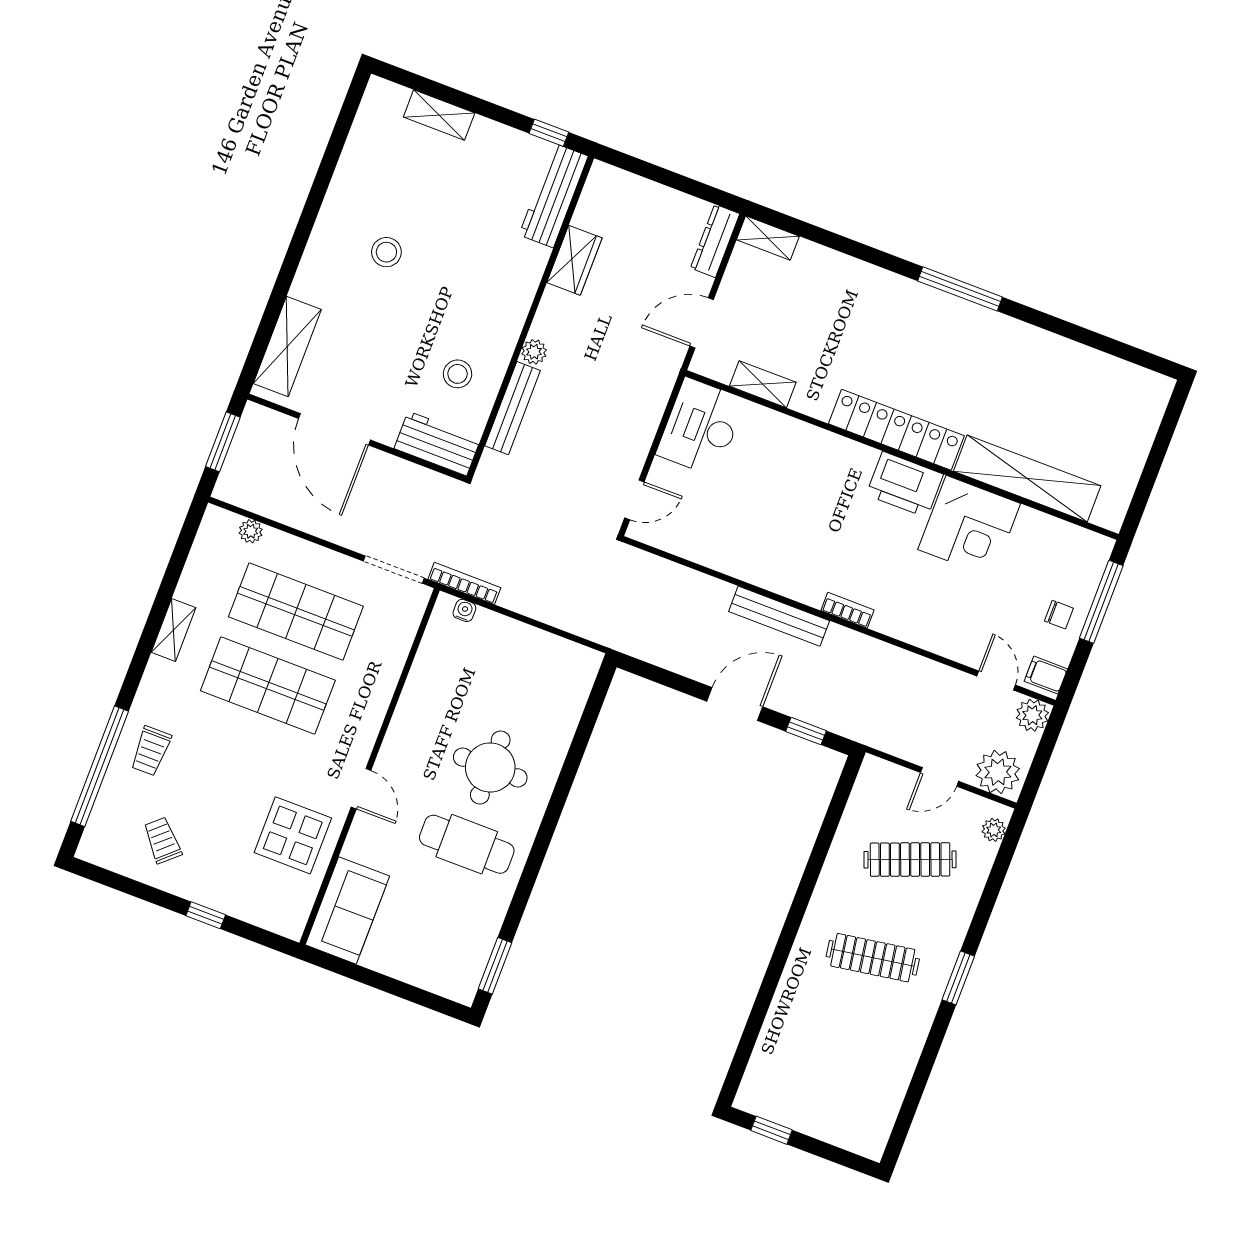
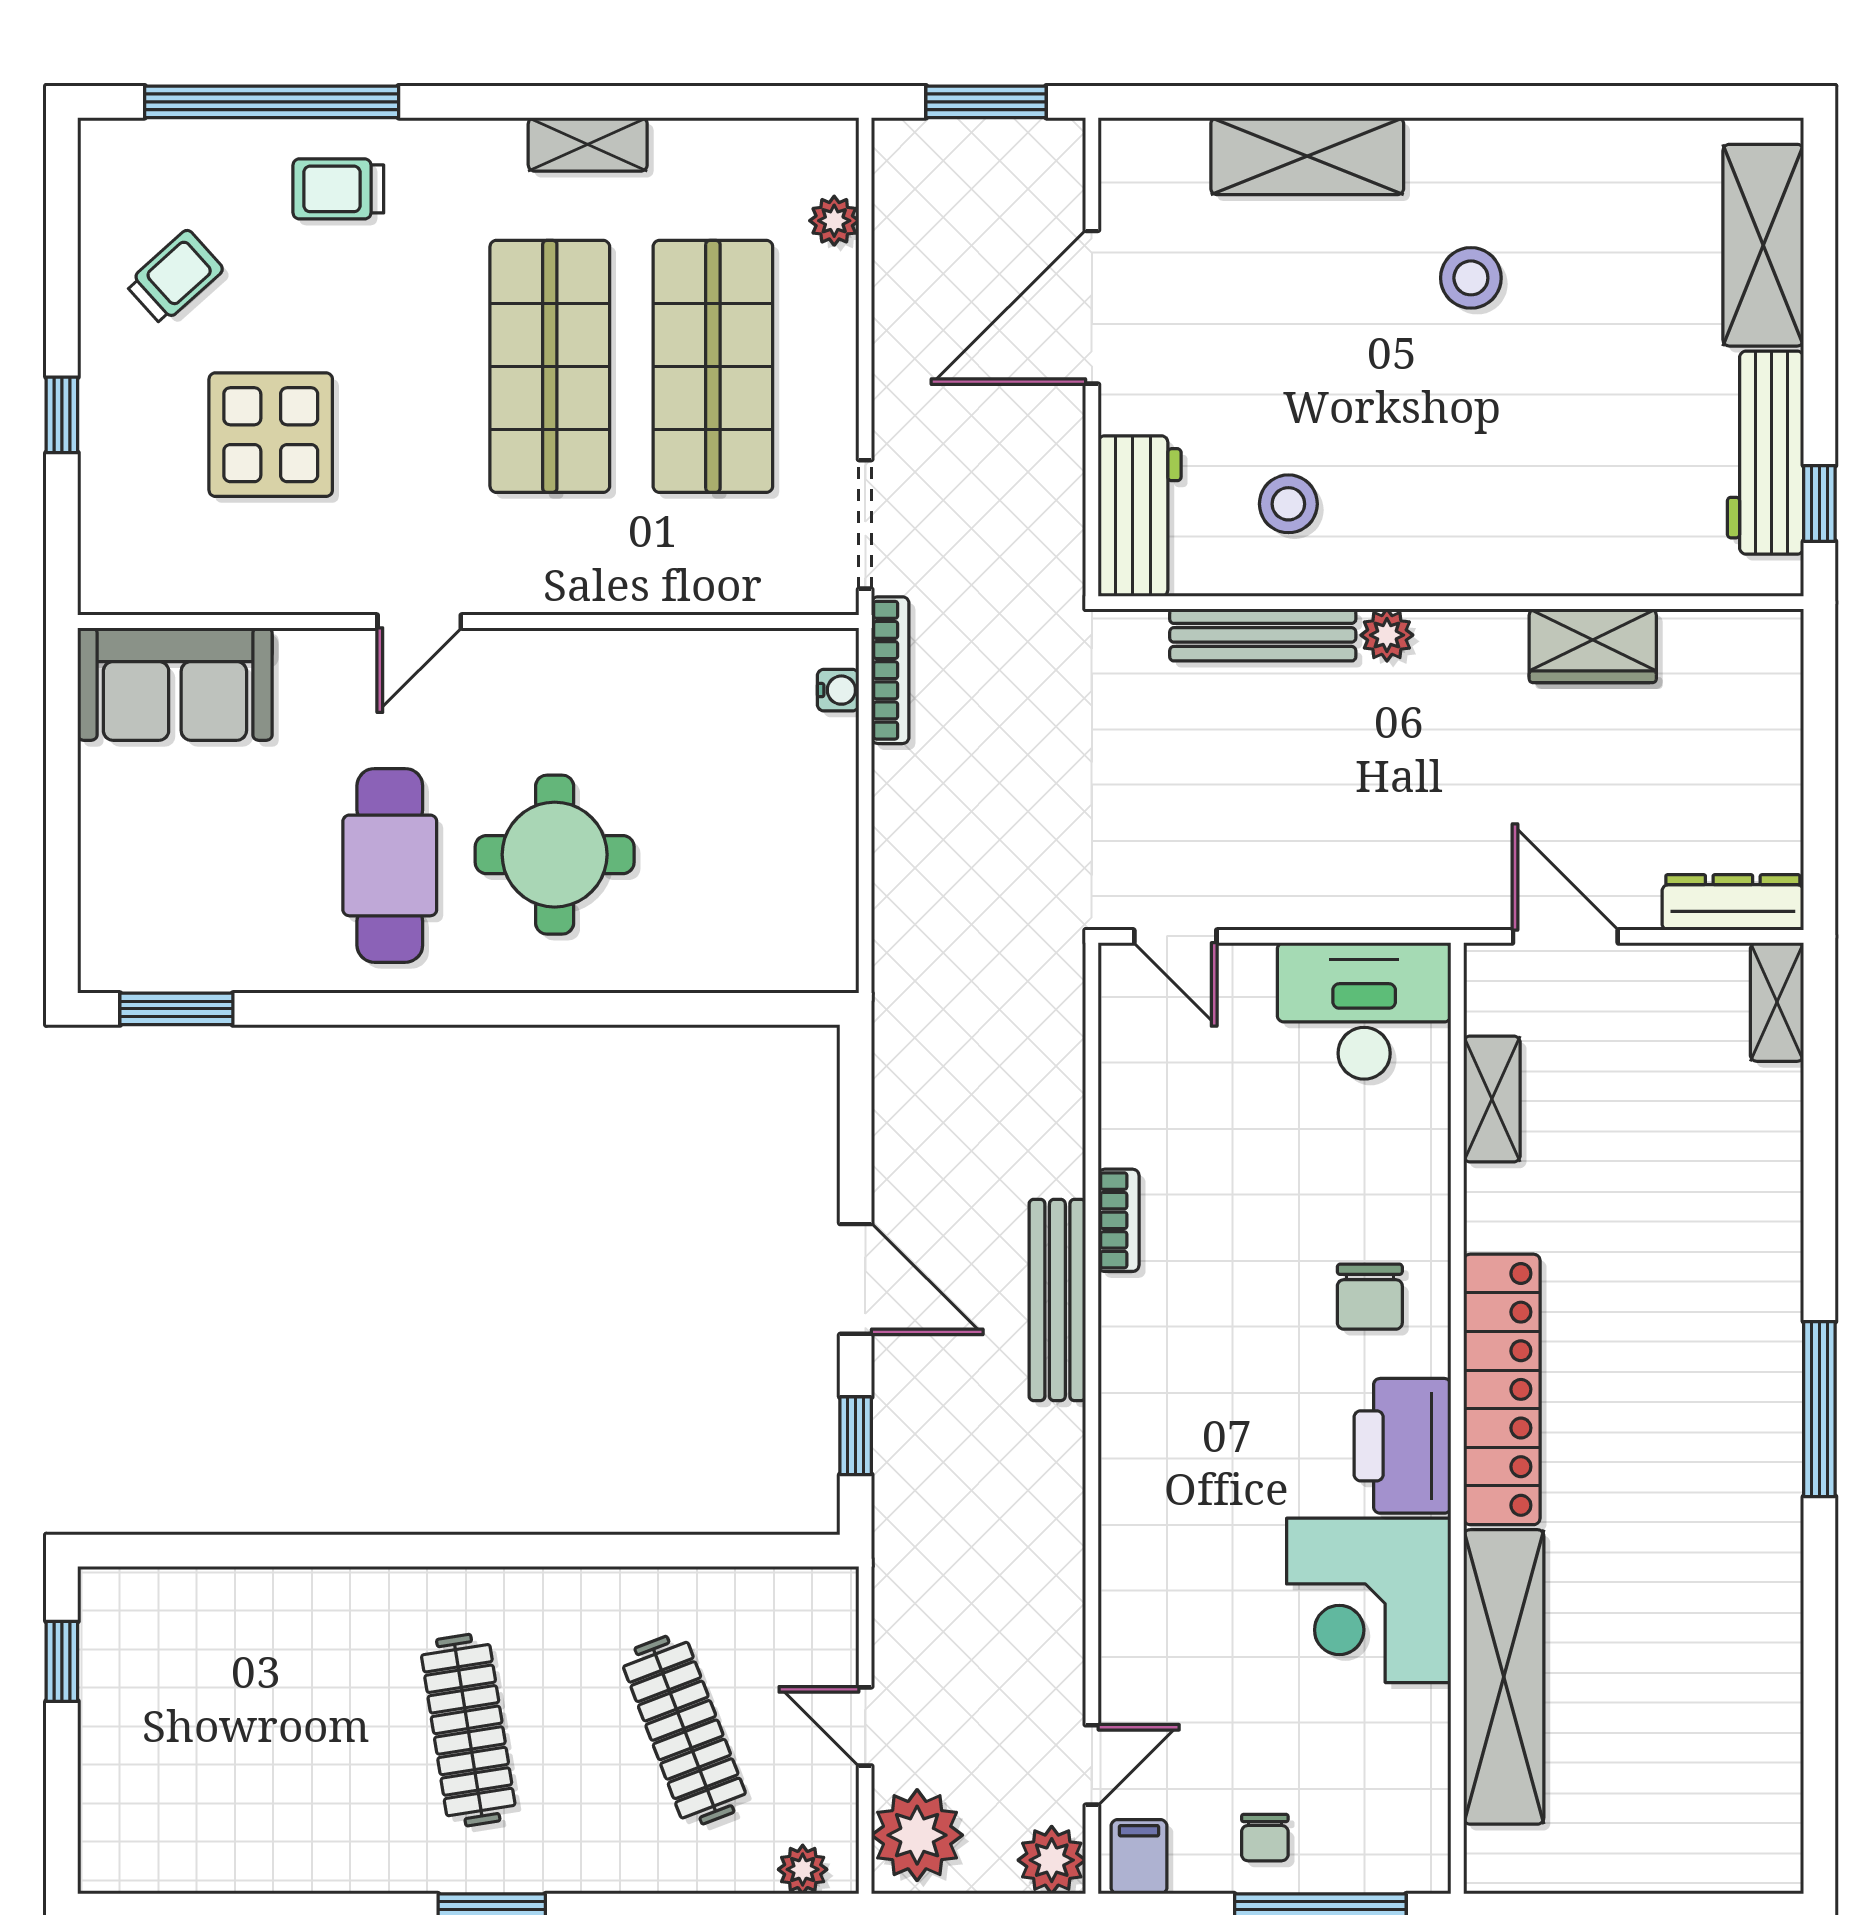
shelving: (439, 115) -> (1763, 245), width x1.50, depth x1.33
workbench: (554, 195) -> (1766, 453), moved, turned -90
shelving: (287, 346) -> (1307, 156), moved
chair: (831, 474) -> (1370, 1297), added
bookcase: (847, 610) -> (1119, 1220), moved
display table: (293, 835) -> (271, 435), moved

